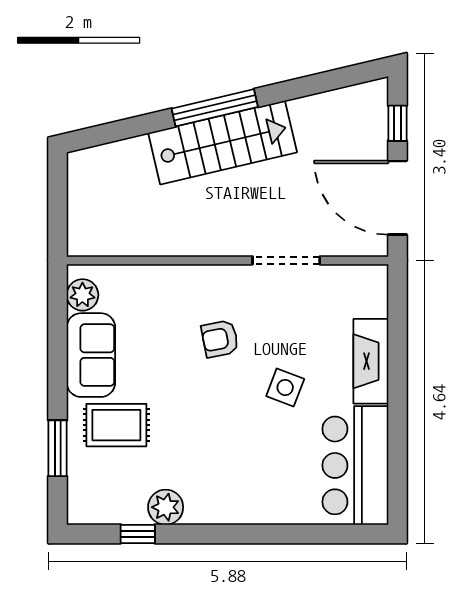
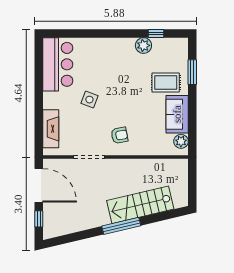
stairs: (223, 143) -> (140, 205), moved
armchair: (220, 339) -> (119, 135), moved
fireplace: (371, 361) -> (51, 129), moved

